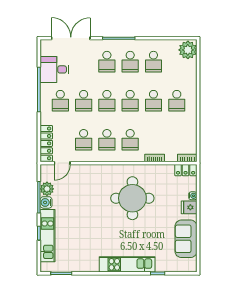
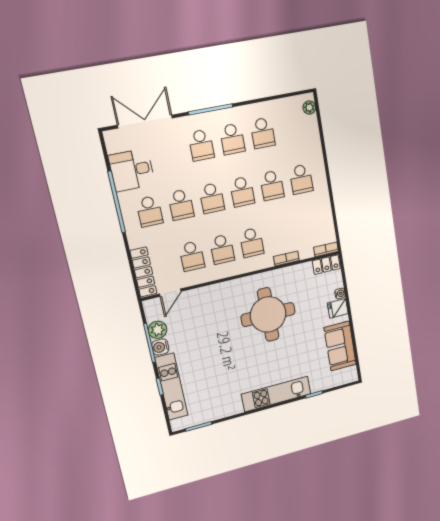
plant: (188, 50) -> (309, 107), width x0.53, depth x0.53

